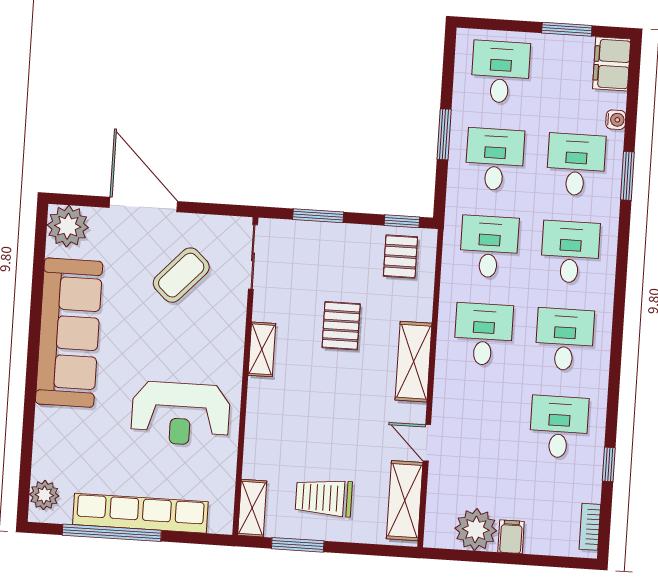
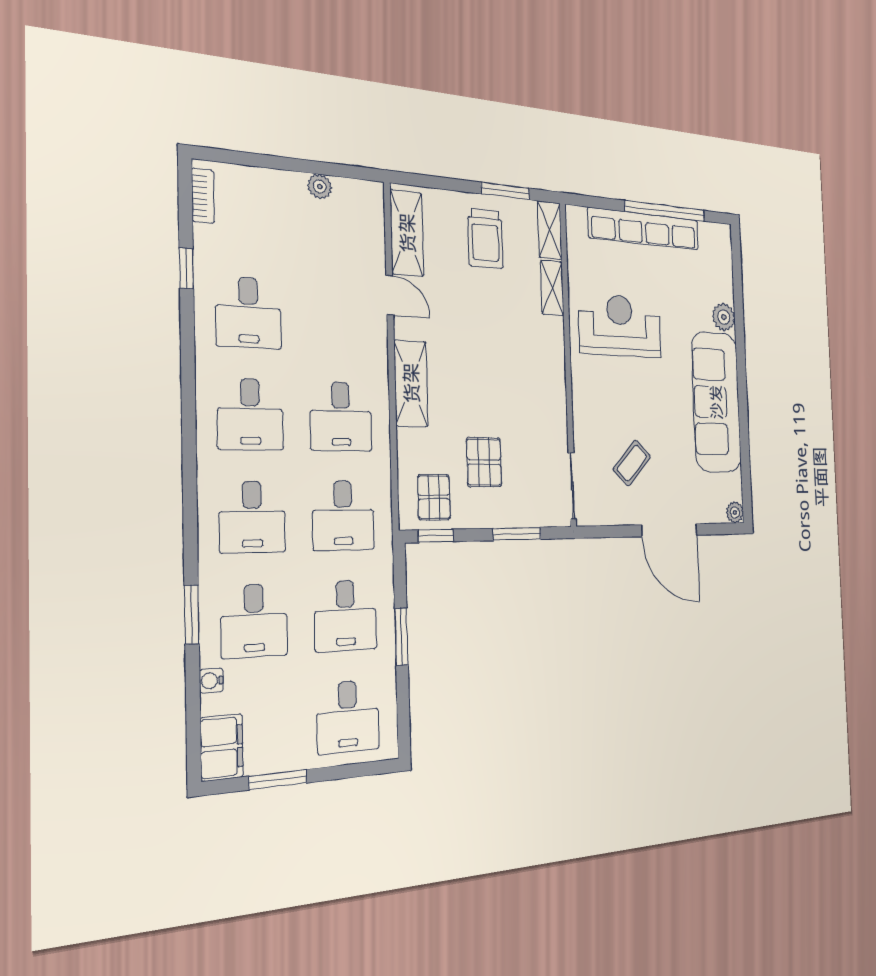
plant: (68, 226) -> (735, 512), width x0.53, depth x0.53
coffee table: (181, 275) -> (632, 463), width x0.73, depth x0.77
pallet: (341, 326) -> (484, 462), moved
shelving: (262, 349) -> (552, 288), moved
plant: (44, 495) -> (724, 317), moved
trolley: (324, 498) -> (485, 239), turned 90
plant: (476, 530) -> (320, 186), width x0.53, depth x0.53
filing cabinet: (511, 537) -> (292, 189), removed

